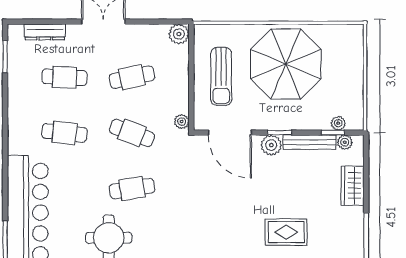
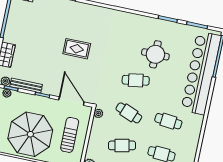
plant: (271, 145) -> (49, 89), removed
rug: (286, 232) -> (77, 49), moved

